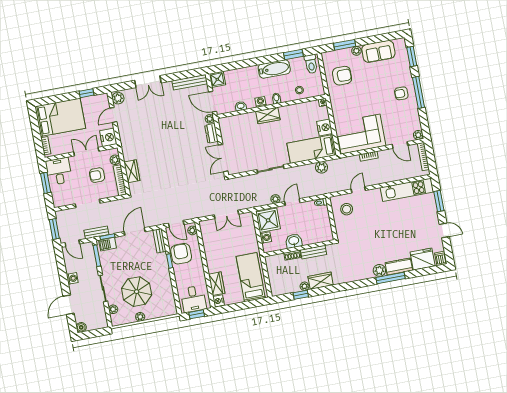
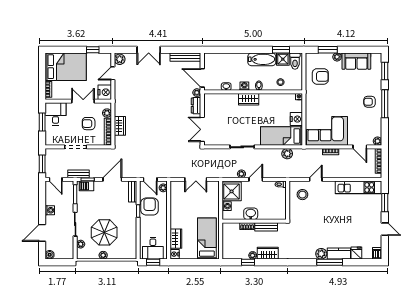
shower: (217, 79) -> (283, 59), moved
fridge: (423, 259) -> (356, 253), width x0.53, depth x0.75

